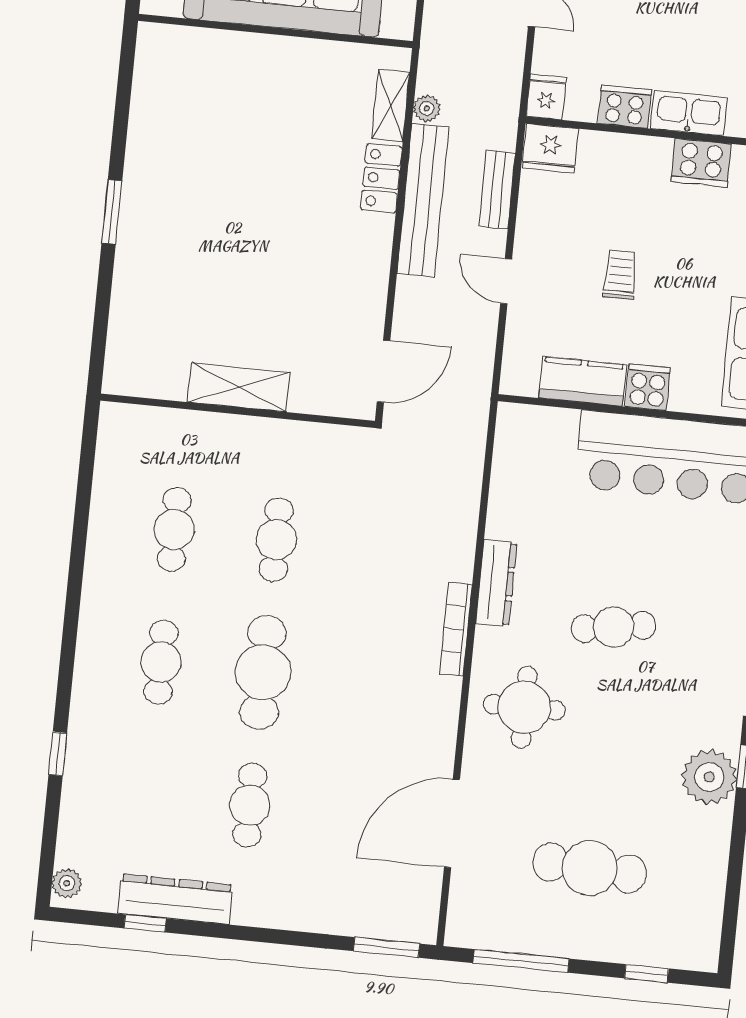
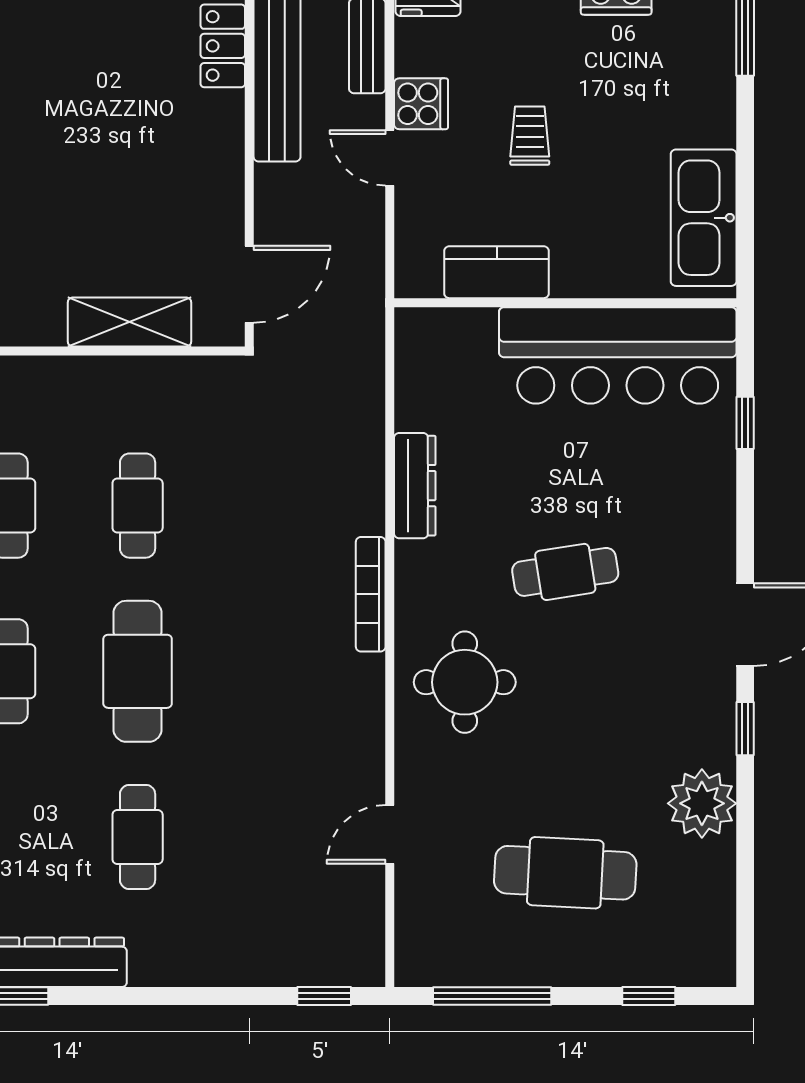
shelving: (239, 387) -> (130, 322), moved
cooker: (648, 387) -> (421, 104), moved, turned 90
dresser: (496, 583) -> (415, 486), moved
plant: (709, 777) -> (702, 803), moved
door: (452, 823) -> (390, 834), width x0.53
window: (386, 947) -> (324, 996), width x0.67

